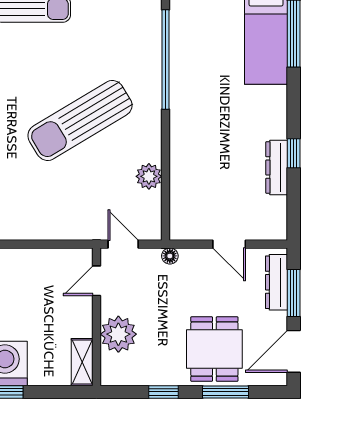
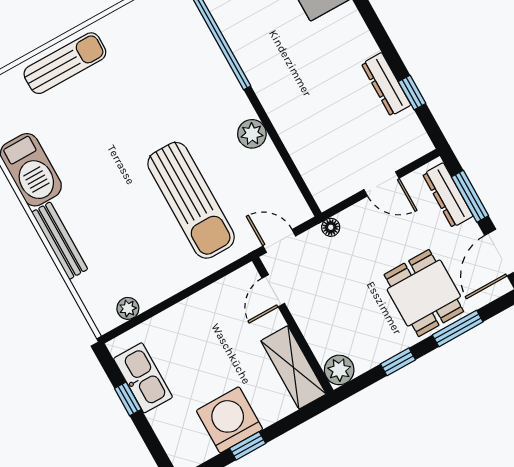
sun lounger: (80, 121) -> (191, 200), moved, turned -59
window: (294, 153) -> (412, 92), moved
plant: (149, 176) -> (252, 134), moved
plant: (118, 334) -> (339, 370), moved, width x0.73, depth x0.73
shelving: (82, 362) -> (293, 367), width x1.50, depth x1.33

